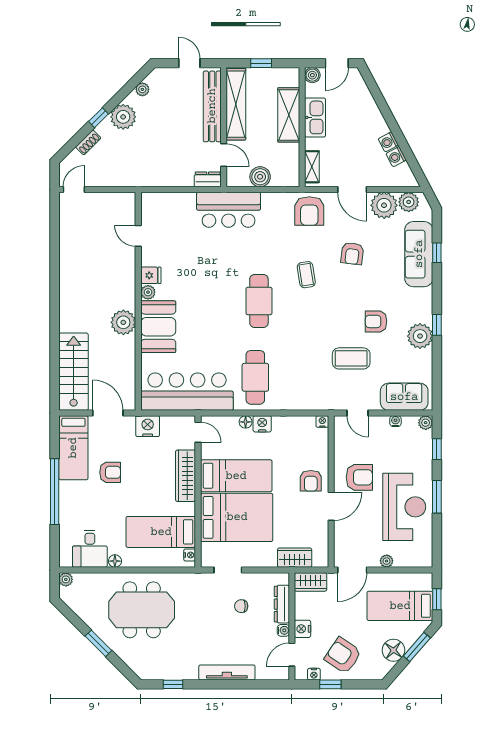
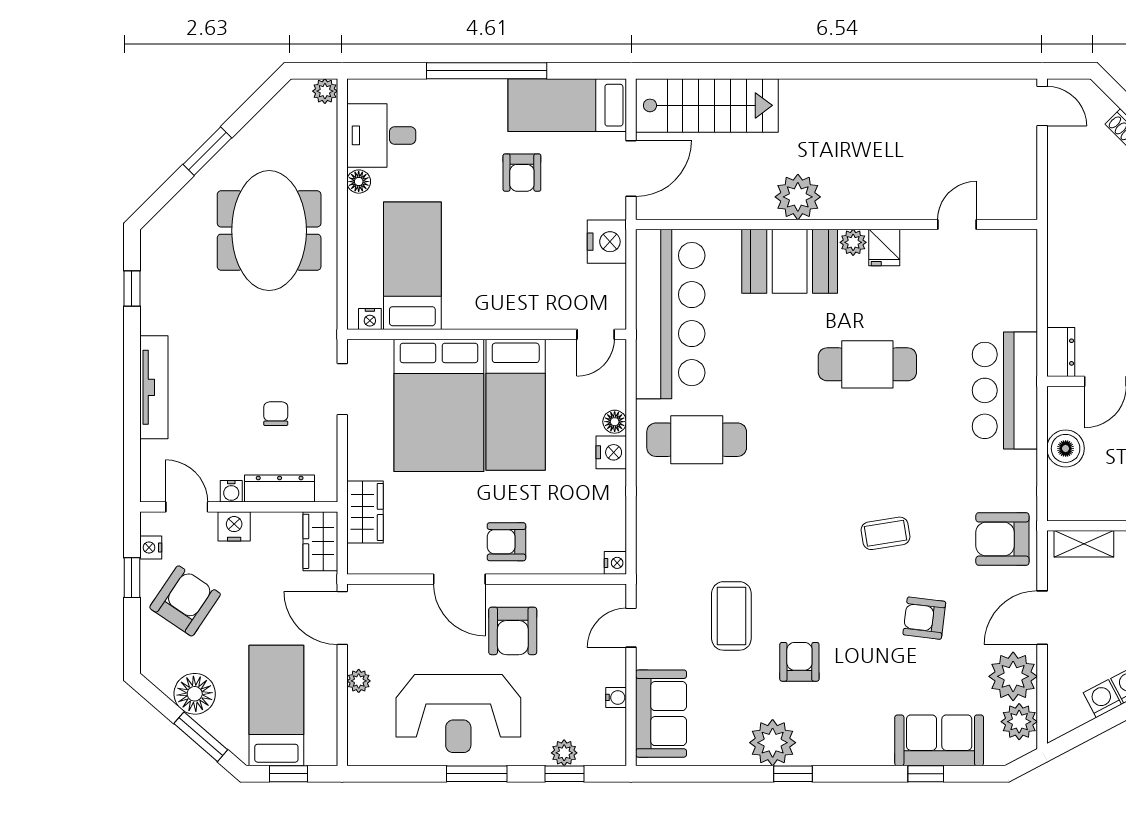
sofa: (419, 254) -> (939, 740), width x0.73
cafe table: (259, 301) -> (867, 364), moved
plant: (426, 423) -> (564, 753), moved
wardrobe: (186, 476) -> (516, 311), removed

